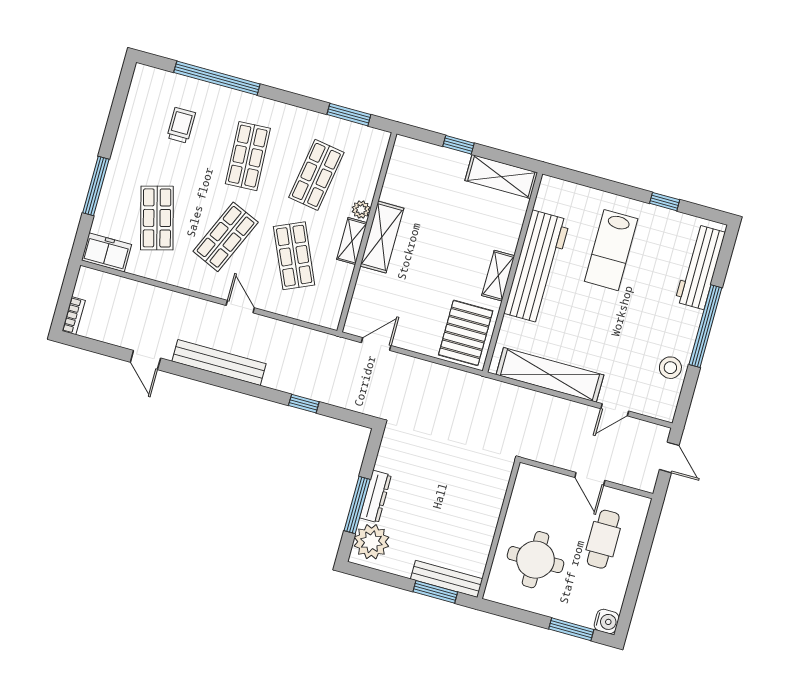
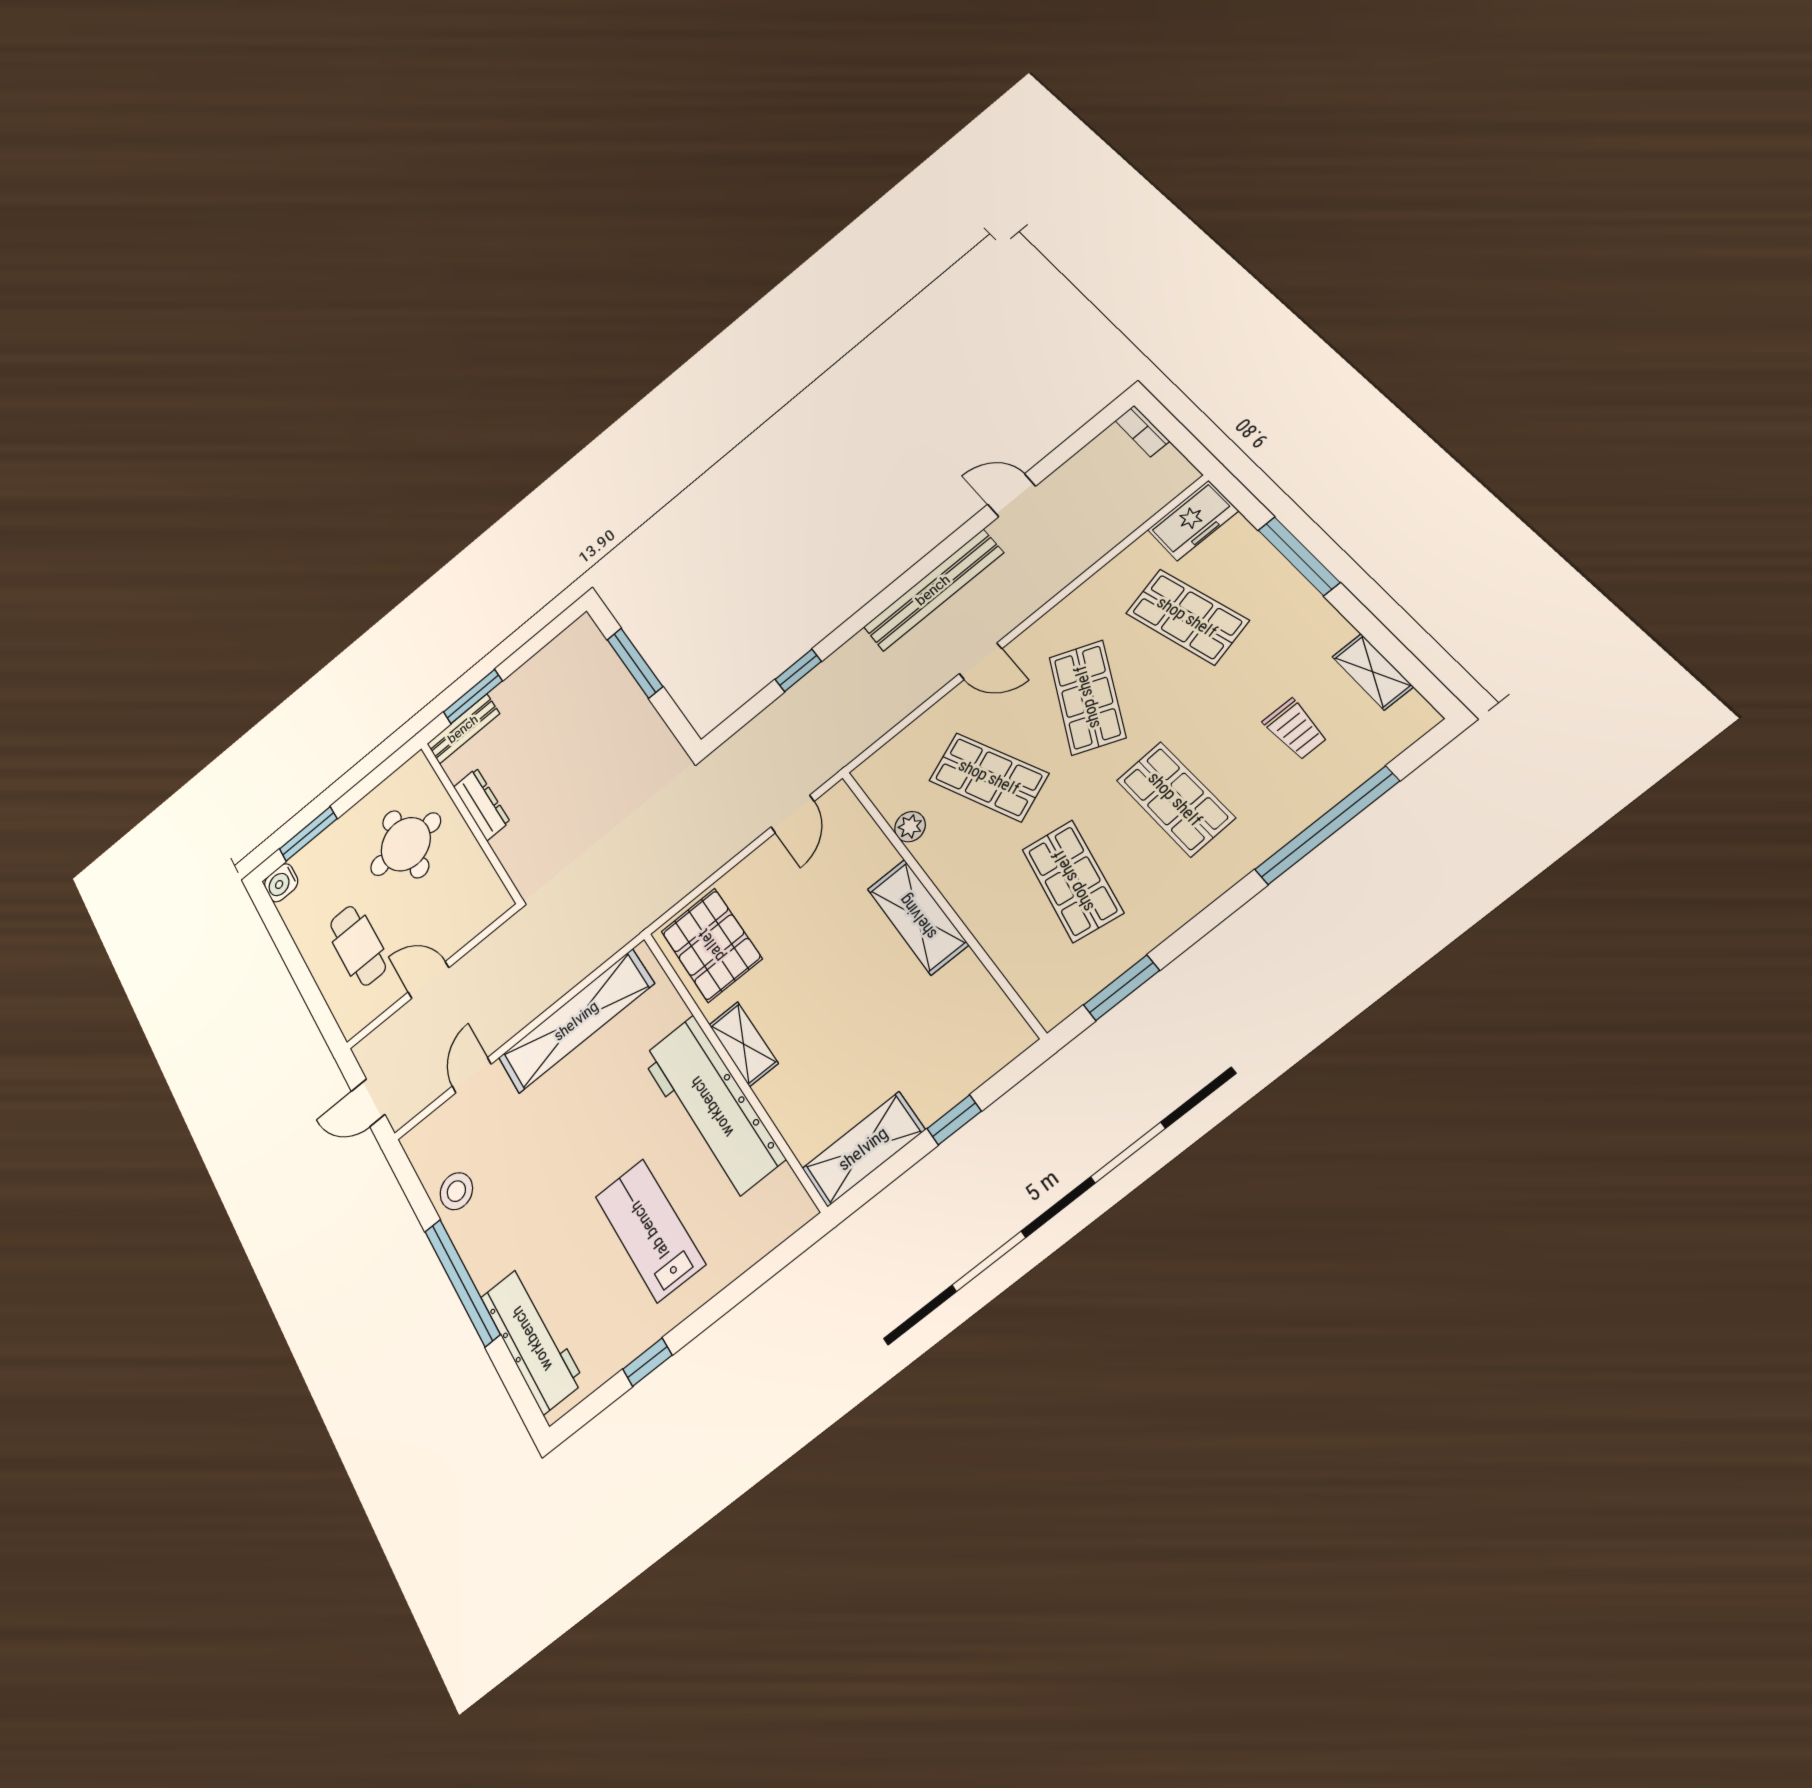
plant: (361, 210) -> (910, 827), moved
shelving: (352, 241) -> (1373, 672), moved
dresser: (375, 497) -> (482, 804), moved, turned 180
plant: (371, 542) -> (583, 654), removed
bench: (447, 579) -> (463, 729), width x0.73

